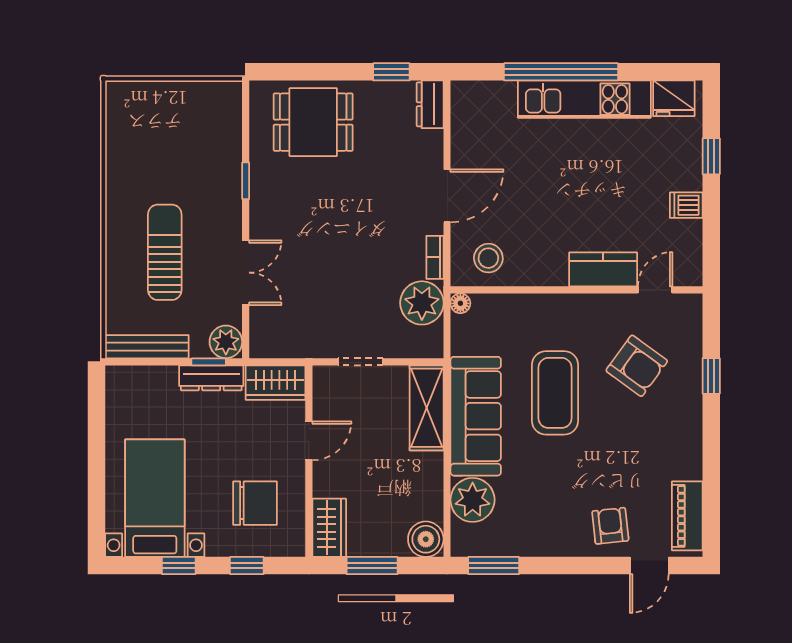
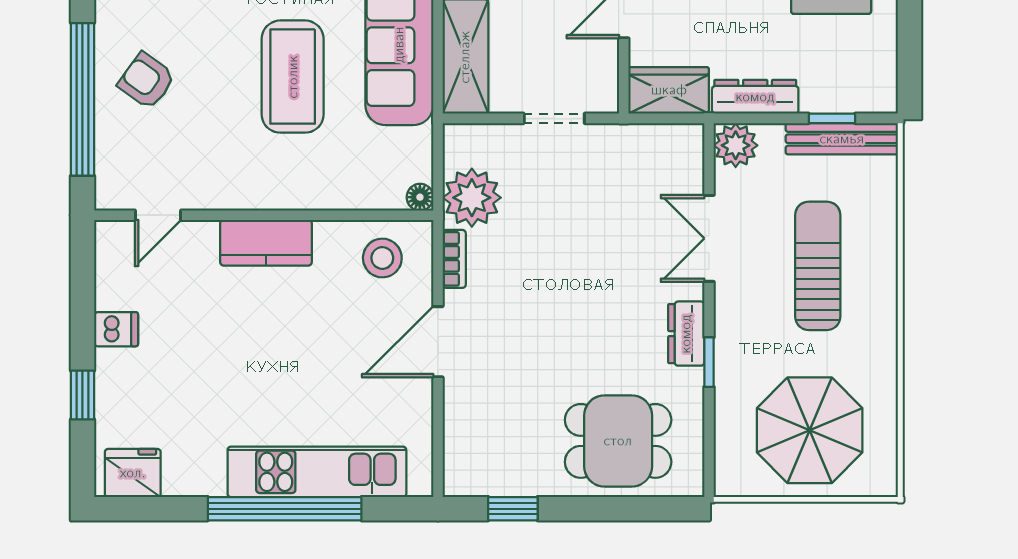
kitchen unit: (584, 99) -> (317, 472), moved
dresser: (430, 104) -> (686, 334), moved, turned 180
parasol: (171, 130) -> (810, 430), added
sun lounger: (165, 252) -> (818, 266), turned 180
kitchen counter: (603, 269) -> (266, 243), moved
window: (209, 362) -> (832, 118), moved
armchair: (637, 366) -> (147, 81), moved, width x0.72, depth x0.72
window: (711, 376) -> (82, 99), width x3.17

